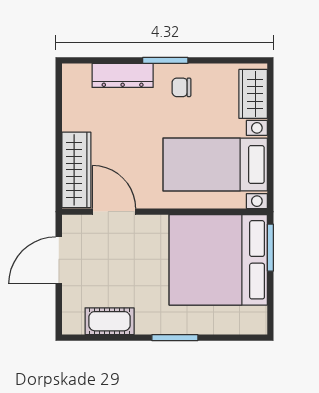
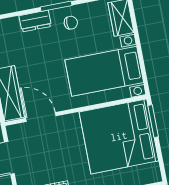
dresser: (123, 75) -> (35, 21), width x0.70
chair: (181, 87) -> (71, 23), turned 180

